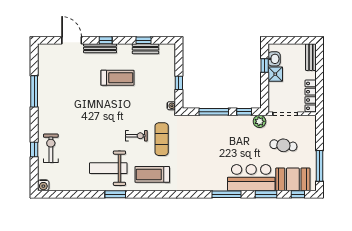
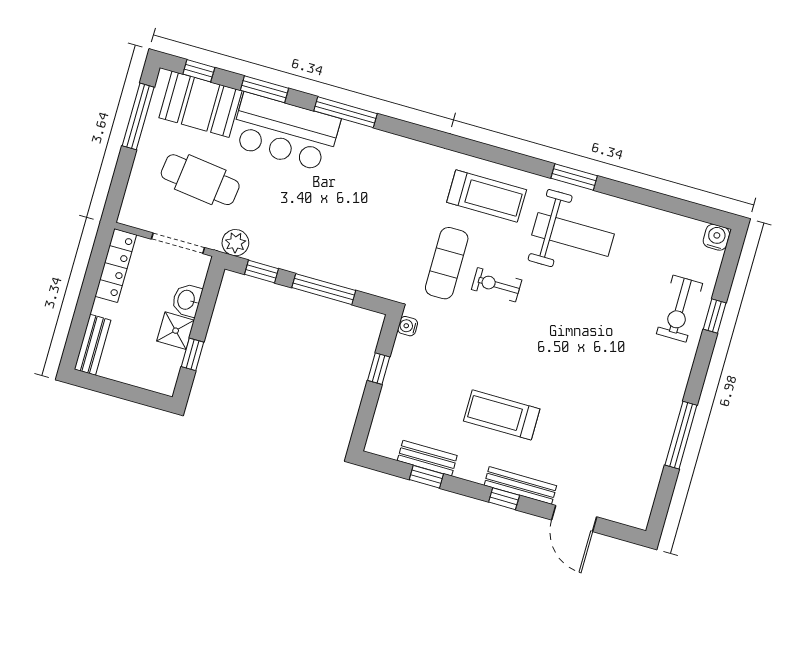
washbasin: (274, 59) -> (187, 300), moved
cafe table: (283, 145) -> (200, 180), width x1.37, depth x1.35

